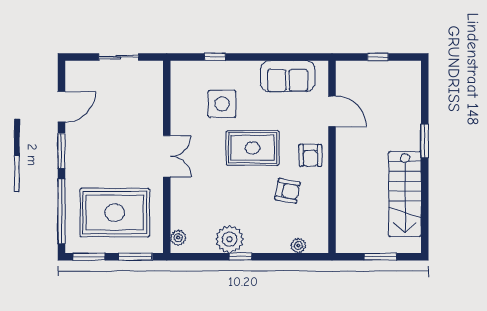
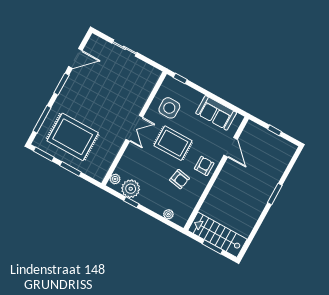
armchair: (310, 155) -> (204, 166), turned 180
double door: (167, 156) -> (134, 128), moved
wall: (167, 157) -> (134, 129), moved
stairs: (405, 194) -> (217, 235), moved, turned 90
window: (61, 212) -> (42, 119), width x0.68
plant: (178, 238) -> (115, 179), moved

